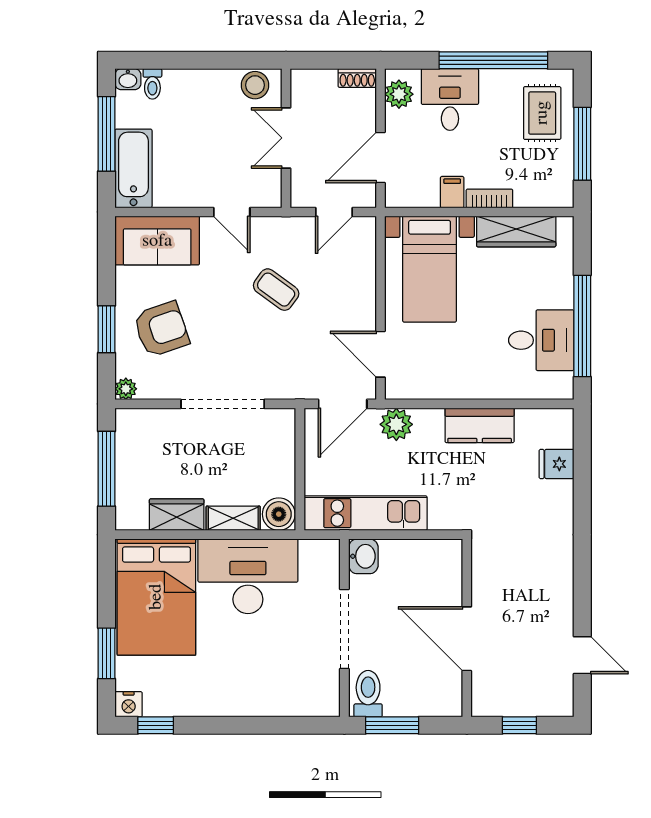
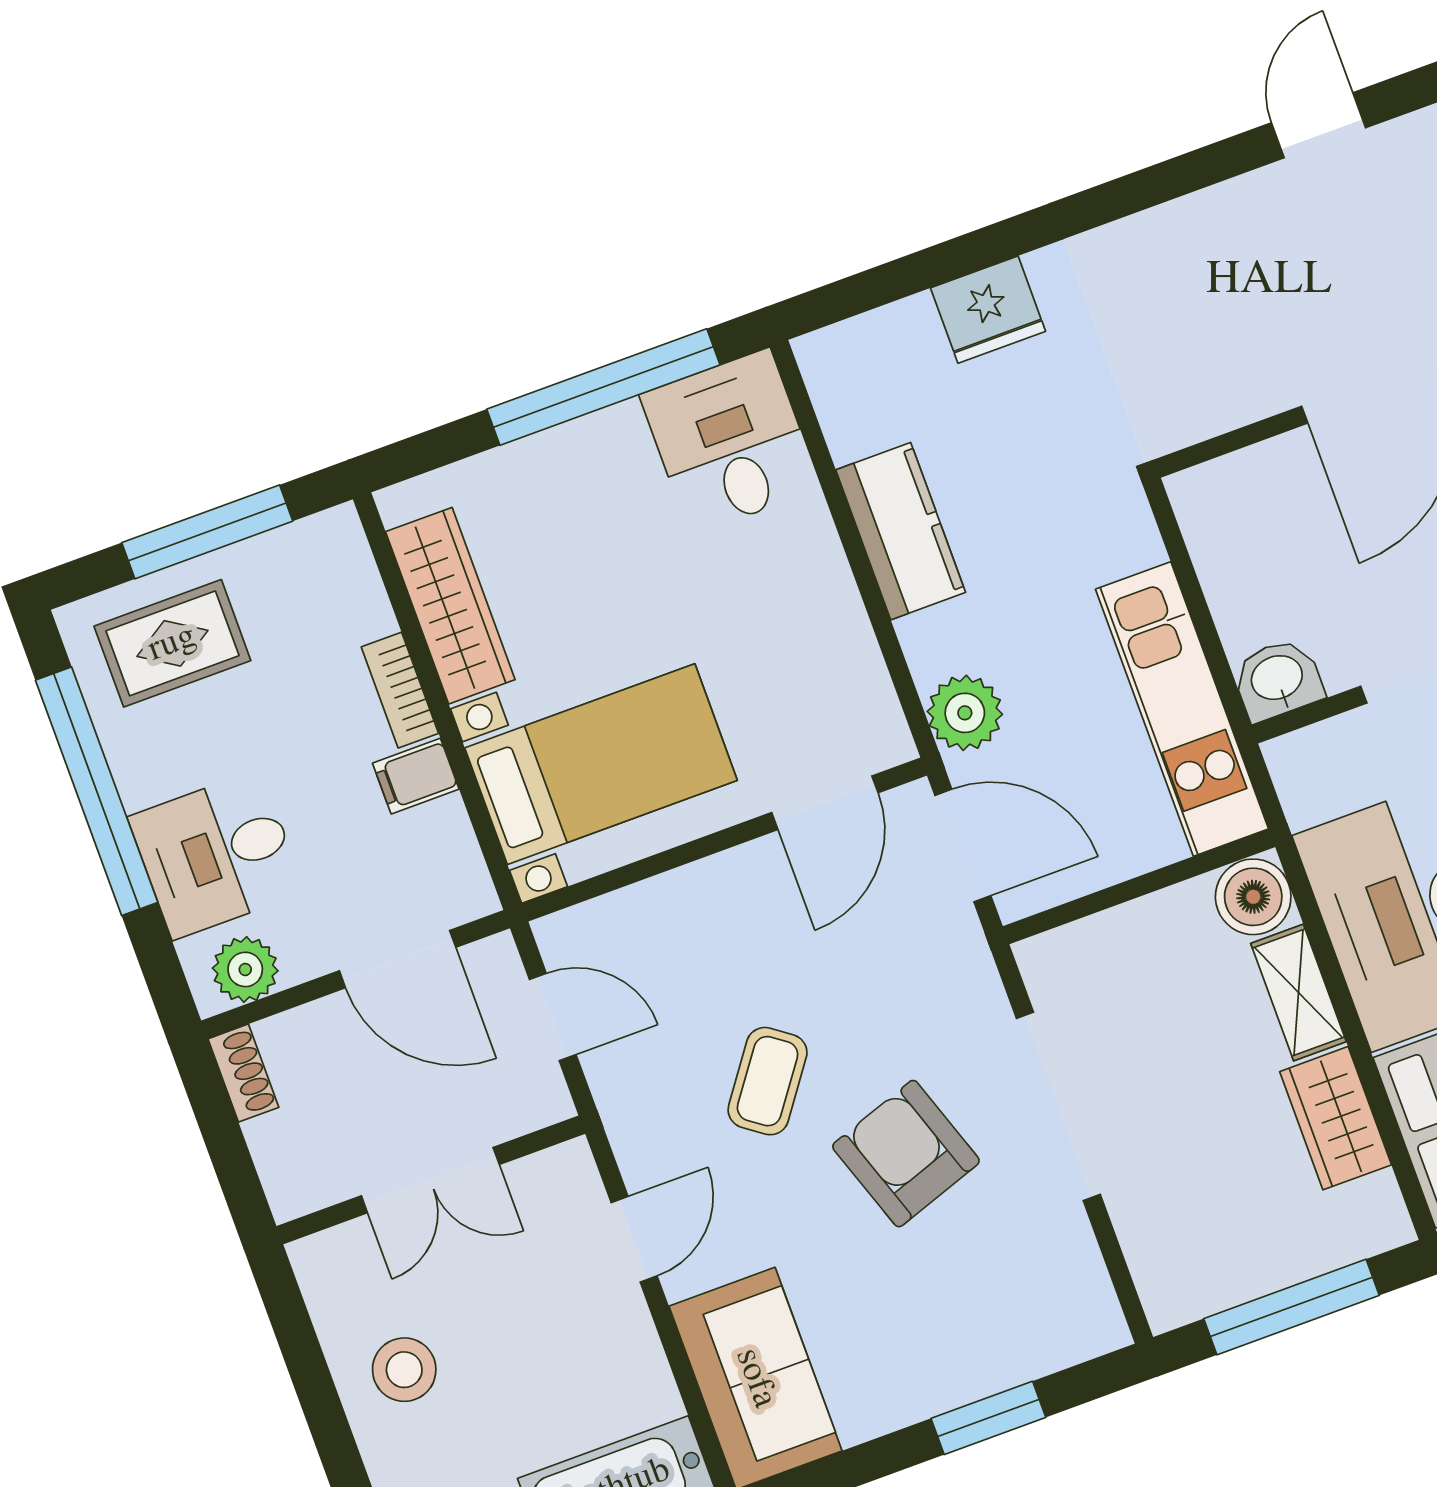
stool: (255, 85) -> (404, 1370), moved
armchair: (161, 329) -> (906, 1154), moved
desk: (541, 340) -> (730, 442), moved
plant: (126, 389) -> (1103, 1329), removed
fridge: (557, 464) -> (988, 310), moved, width x1.38

